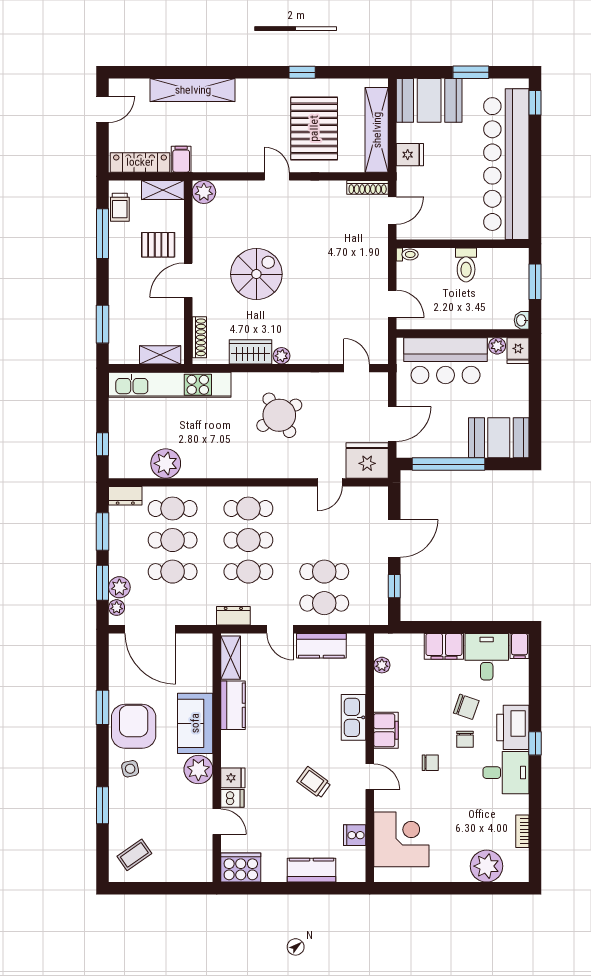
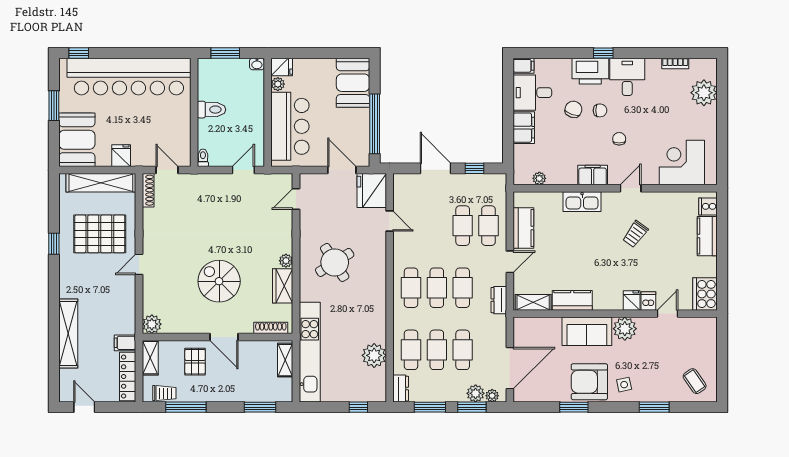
cooker: (355, 835) -> (708, 206), moved, turned 90

